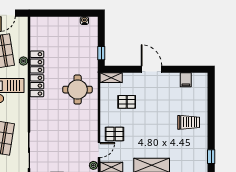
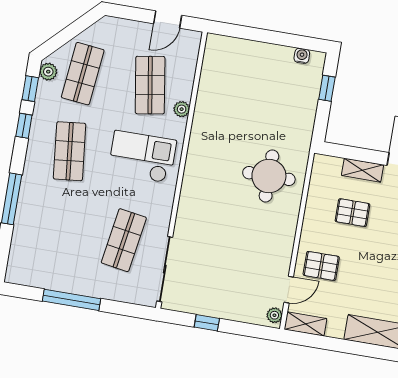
window: (101, 53) -> (327, 88), moved
locker: (37, 74) -> (202, 136), removed
shelving: (111, 78) -> (362, 170), moved

